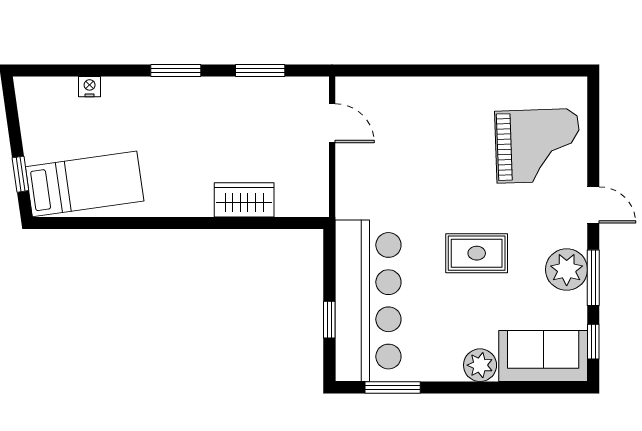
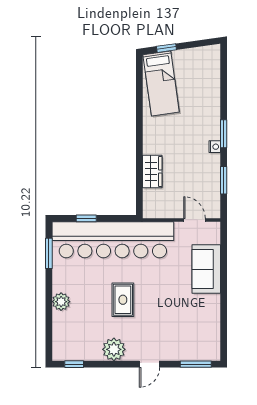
nightstand: (90, 87) -> (215, 147), moved
door: (332, 123) -> (195, 220), swing flipped
grand piano: (538, 146) -> (182, 333), removed
window: (593, 278) -> (196, 364), moved
bar counter: (368, 301) -> (113, 240), width x1.36
sofa: (543, 356) -> (206, 269), moved, turned 180

